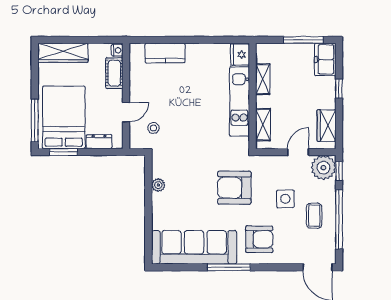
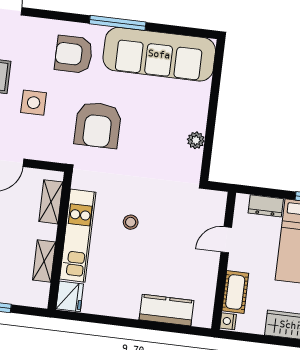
stool: (153, 128) -> (131, 222), moved
armchair: (234, 188) -> (98, 125), turned 90

